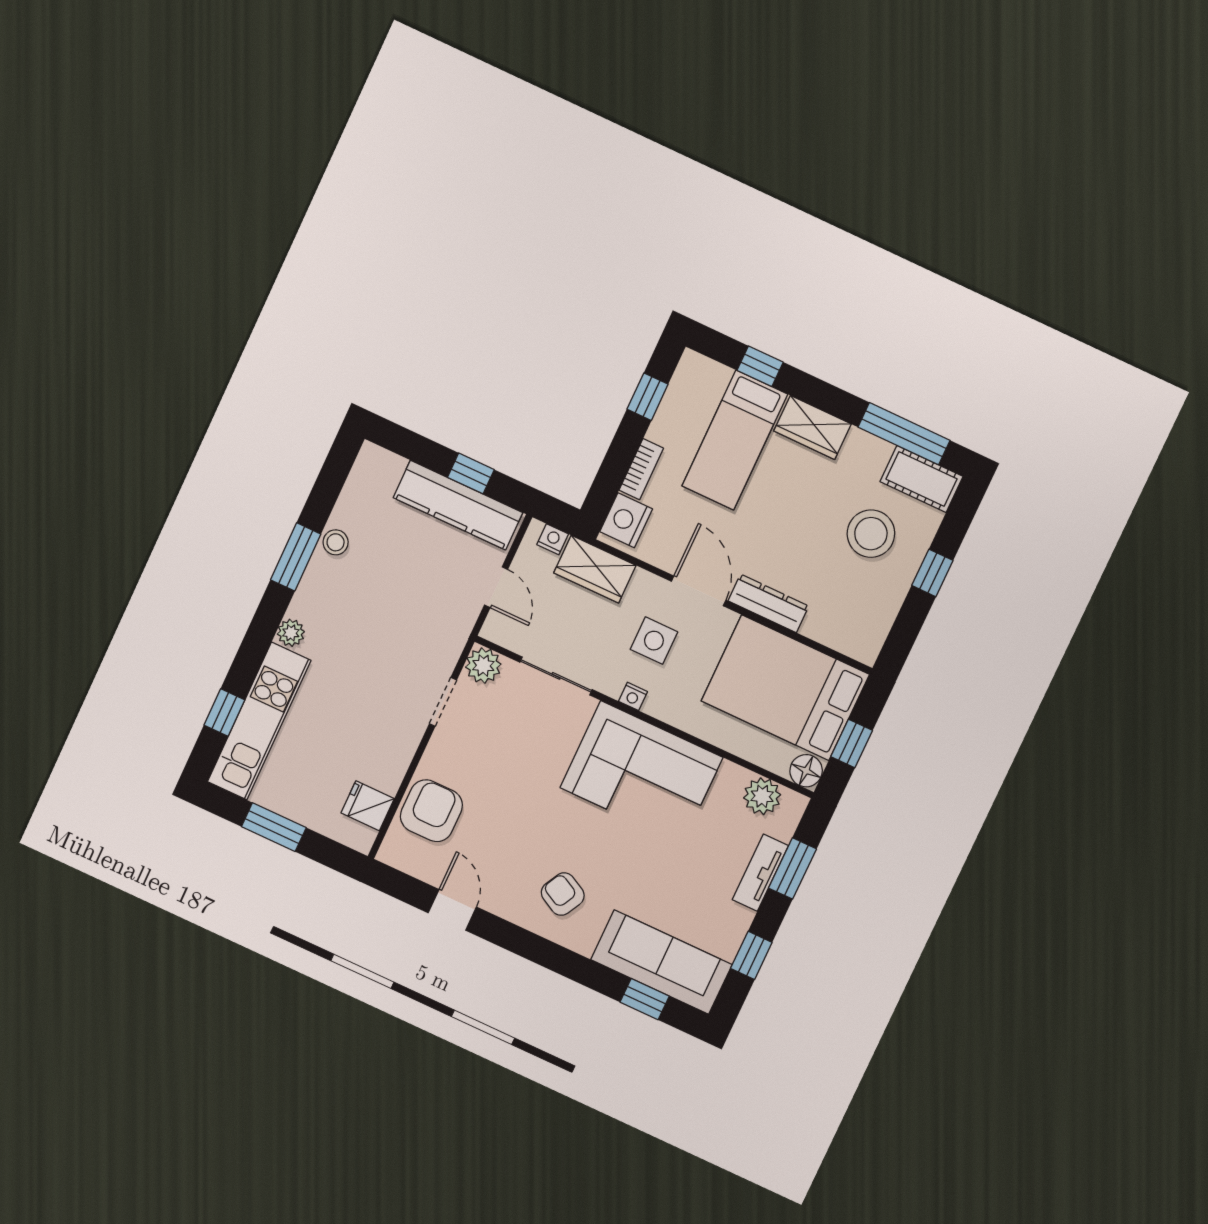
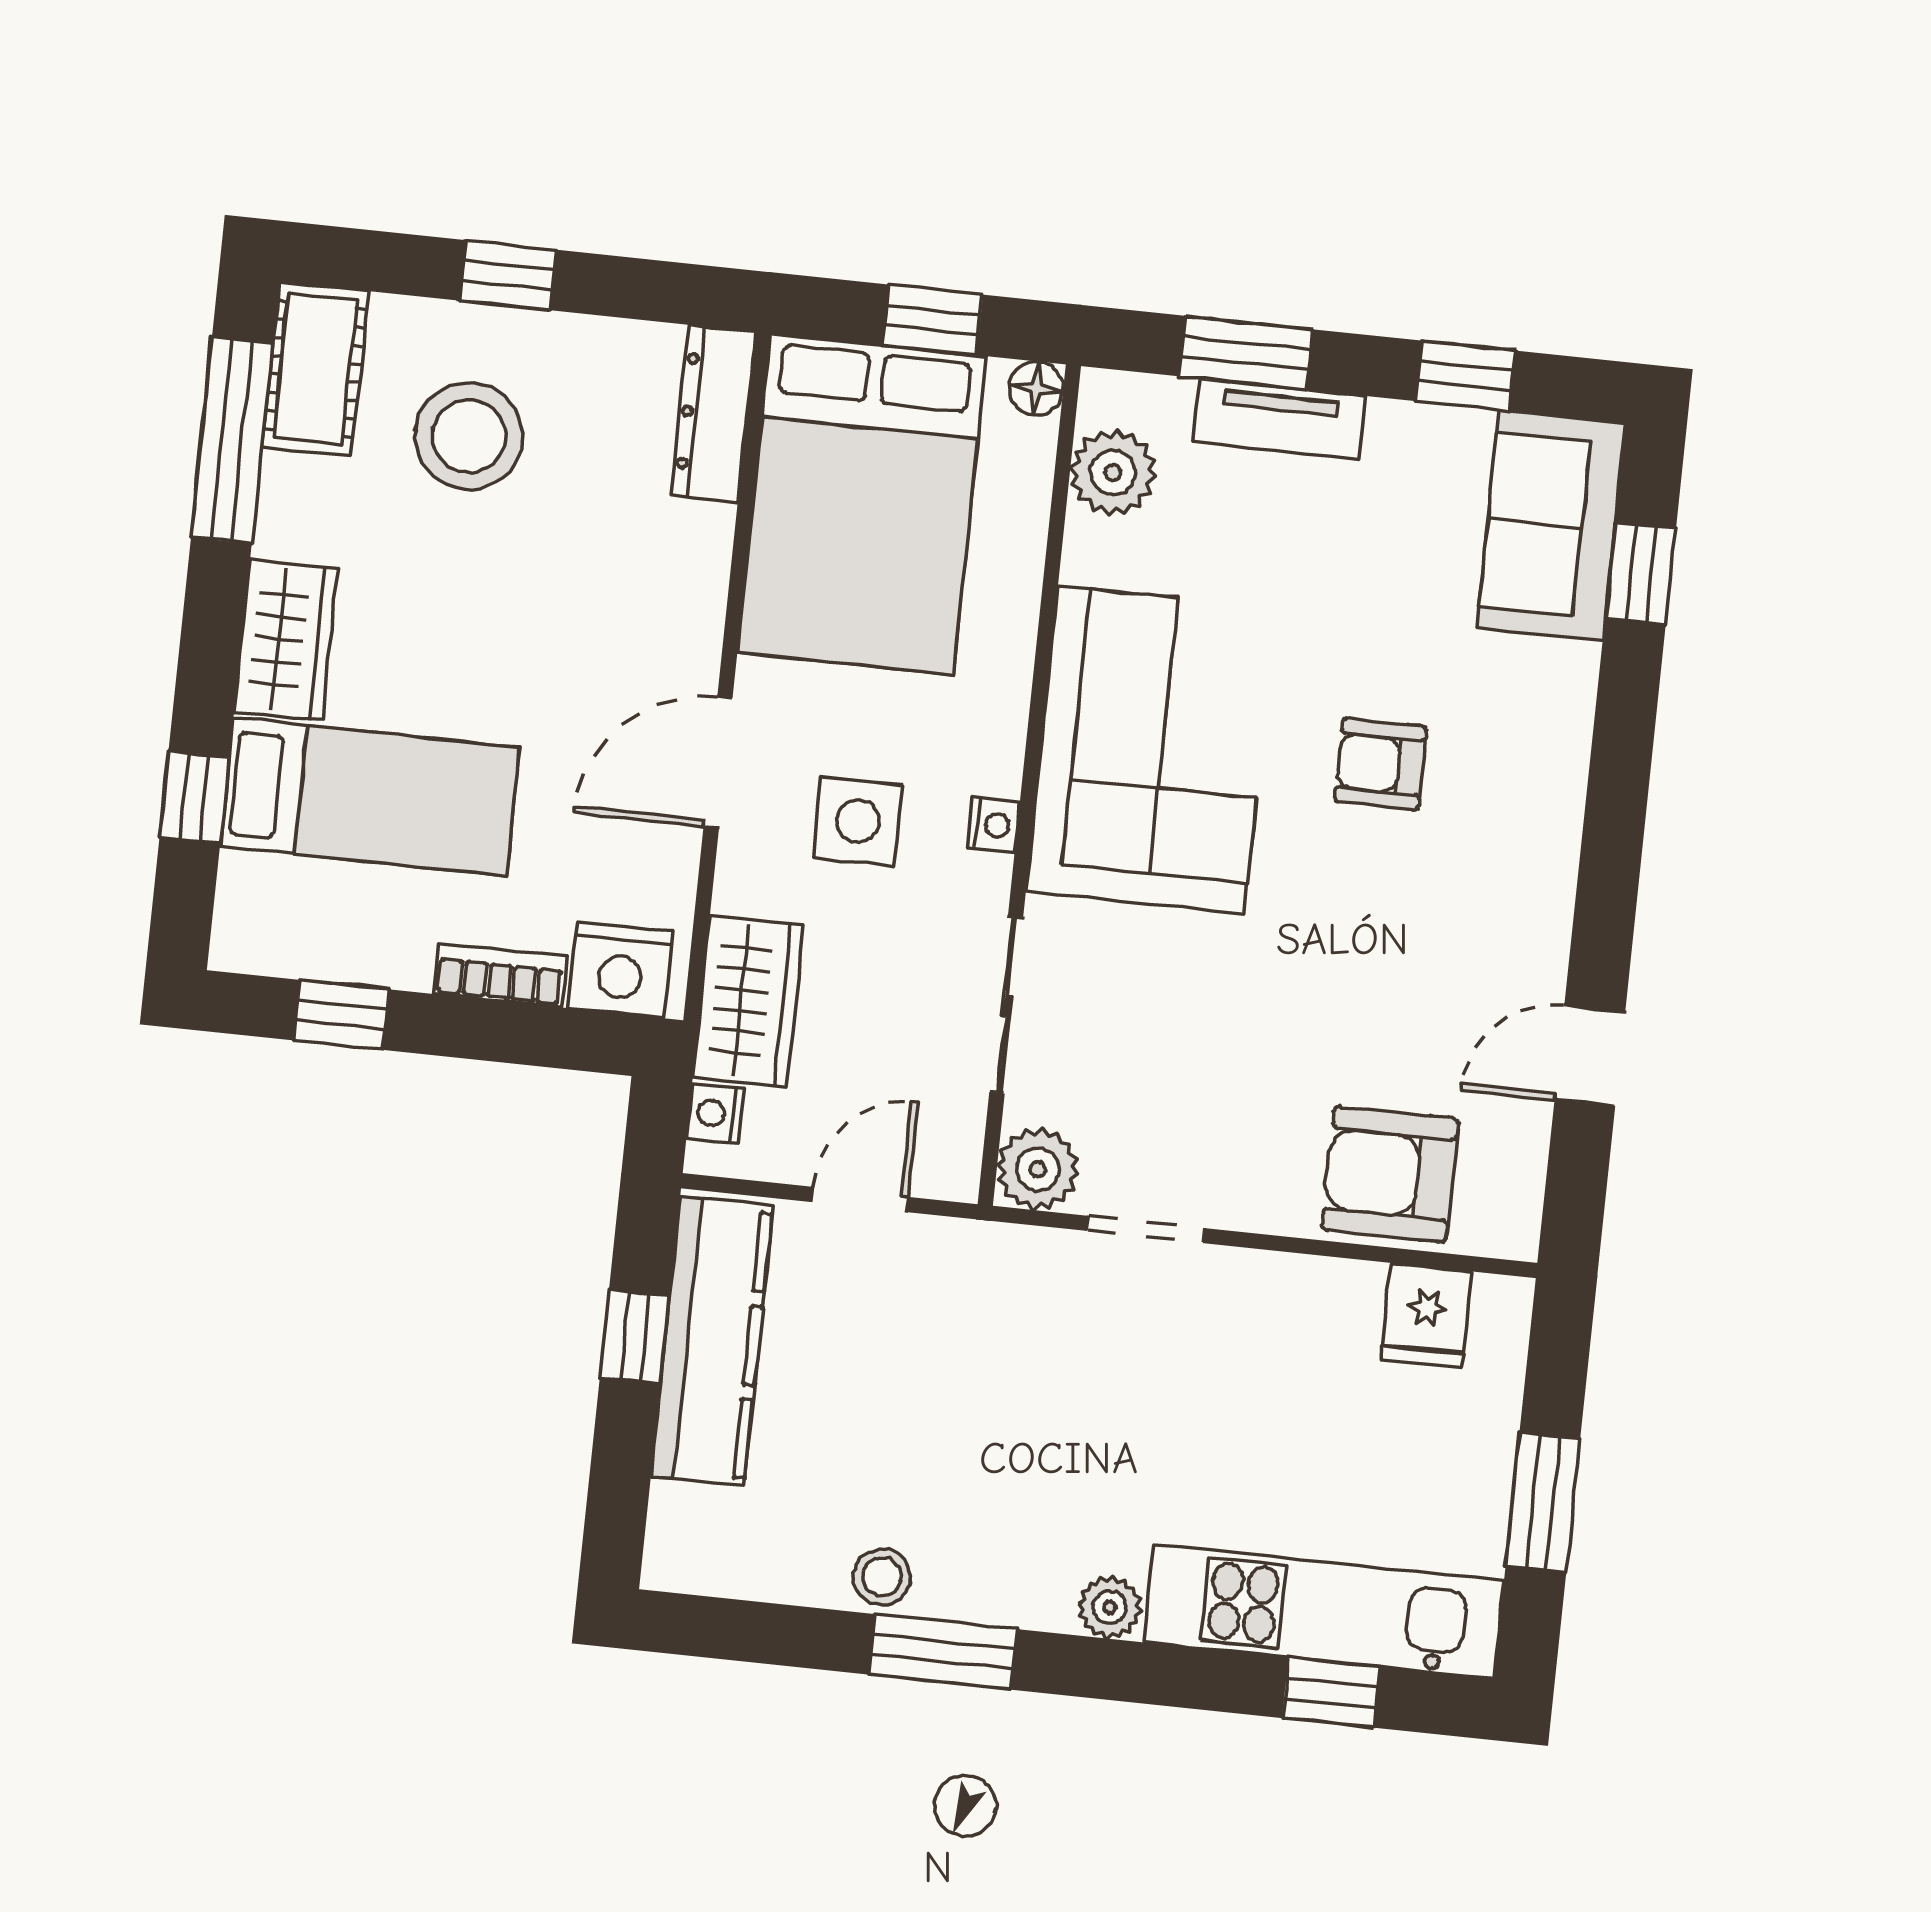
dresser: (768, 603) -> (713, 414), moved
floor lamp: (806, 771) -> (1036, 388), width x0.73, depth x0.73
armchair: (563, 894) -> (1380, 764), moved, turned 62
sofa: (661, 962) -> (1551, 526), width x0.73

